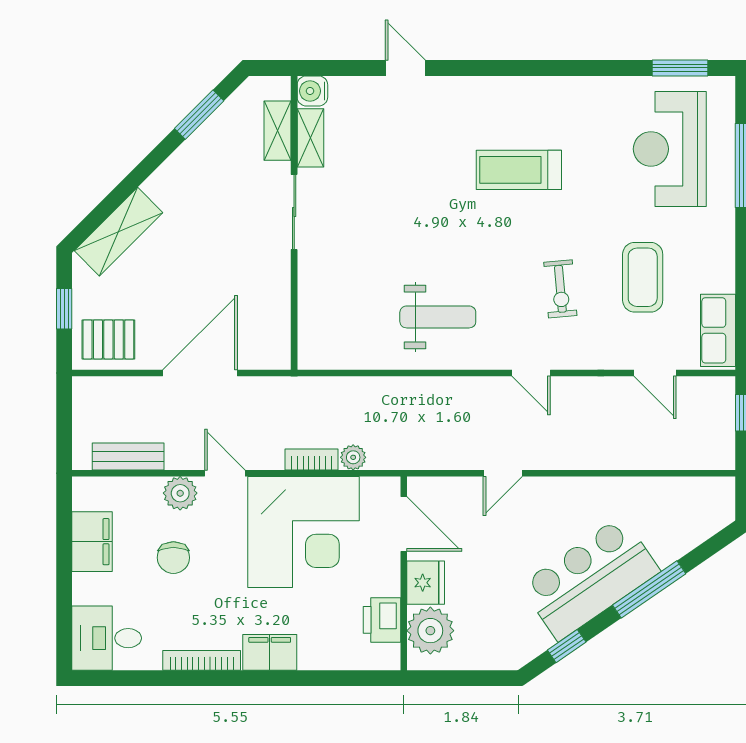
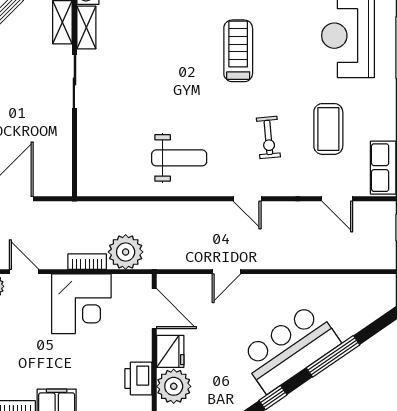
treadmill: (519, 170) -> (238, 51), turned 90
plant: (353, 457) -> (126, 252), width x1.87, depth x1.87
corner desk: (303, 532) -> (81, 304), width x0.74, depth x0.74

